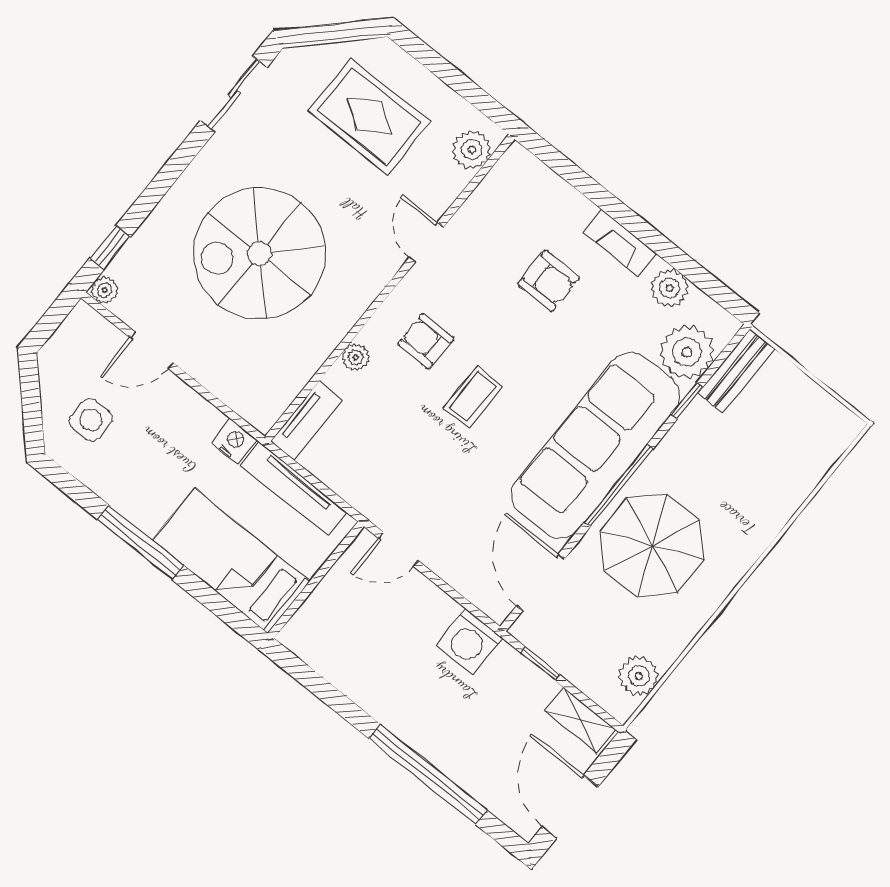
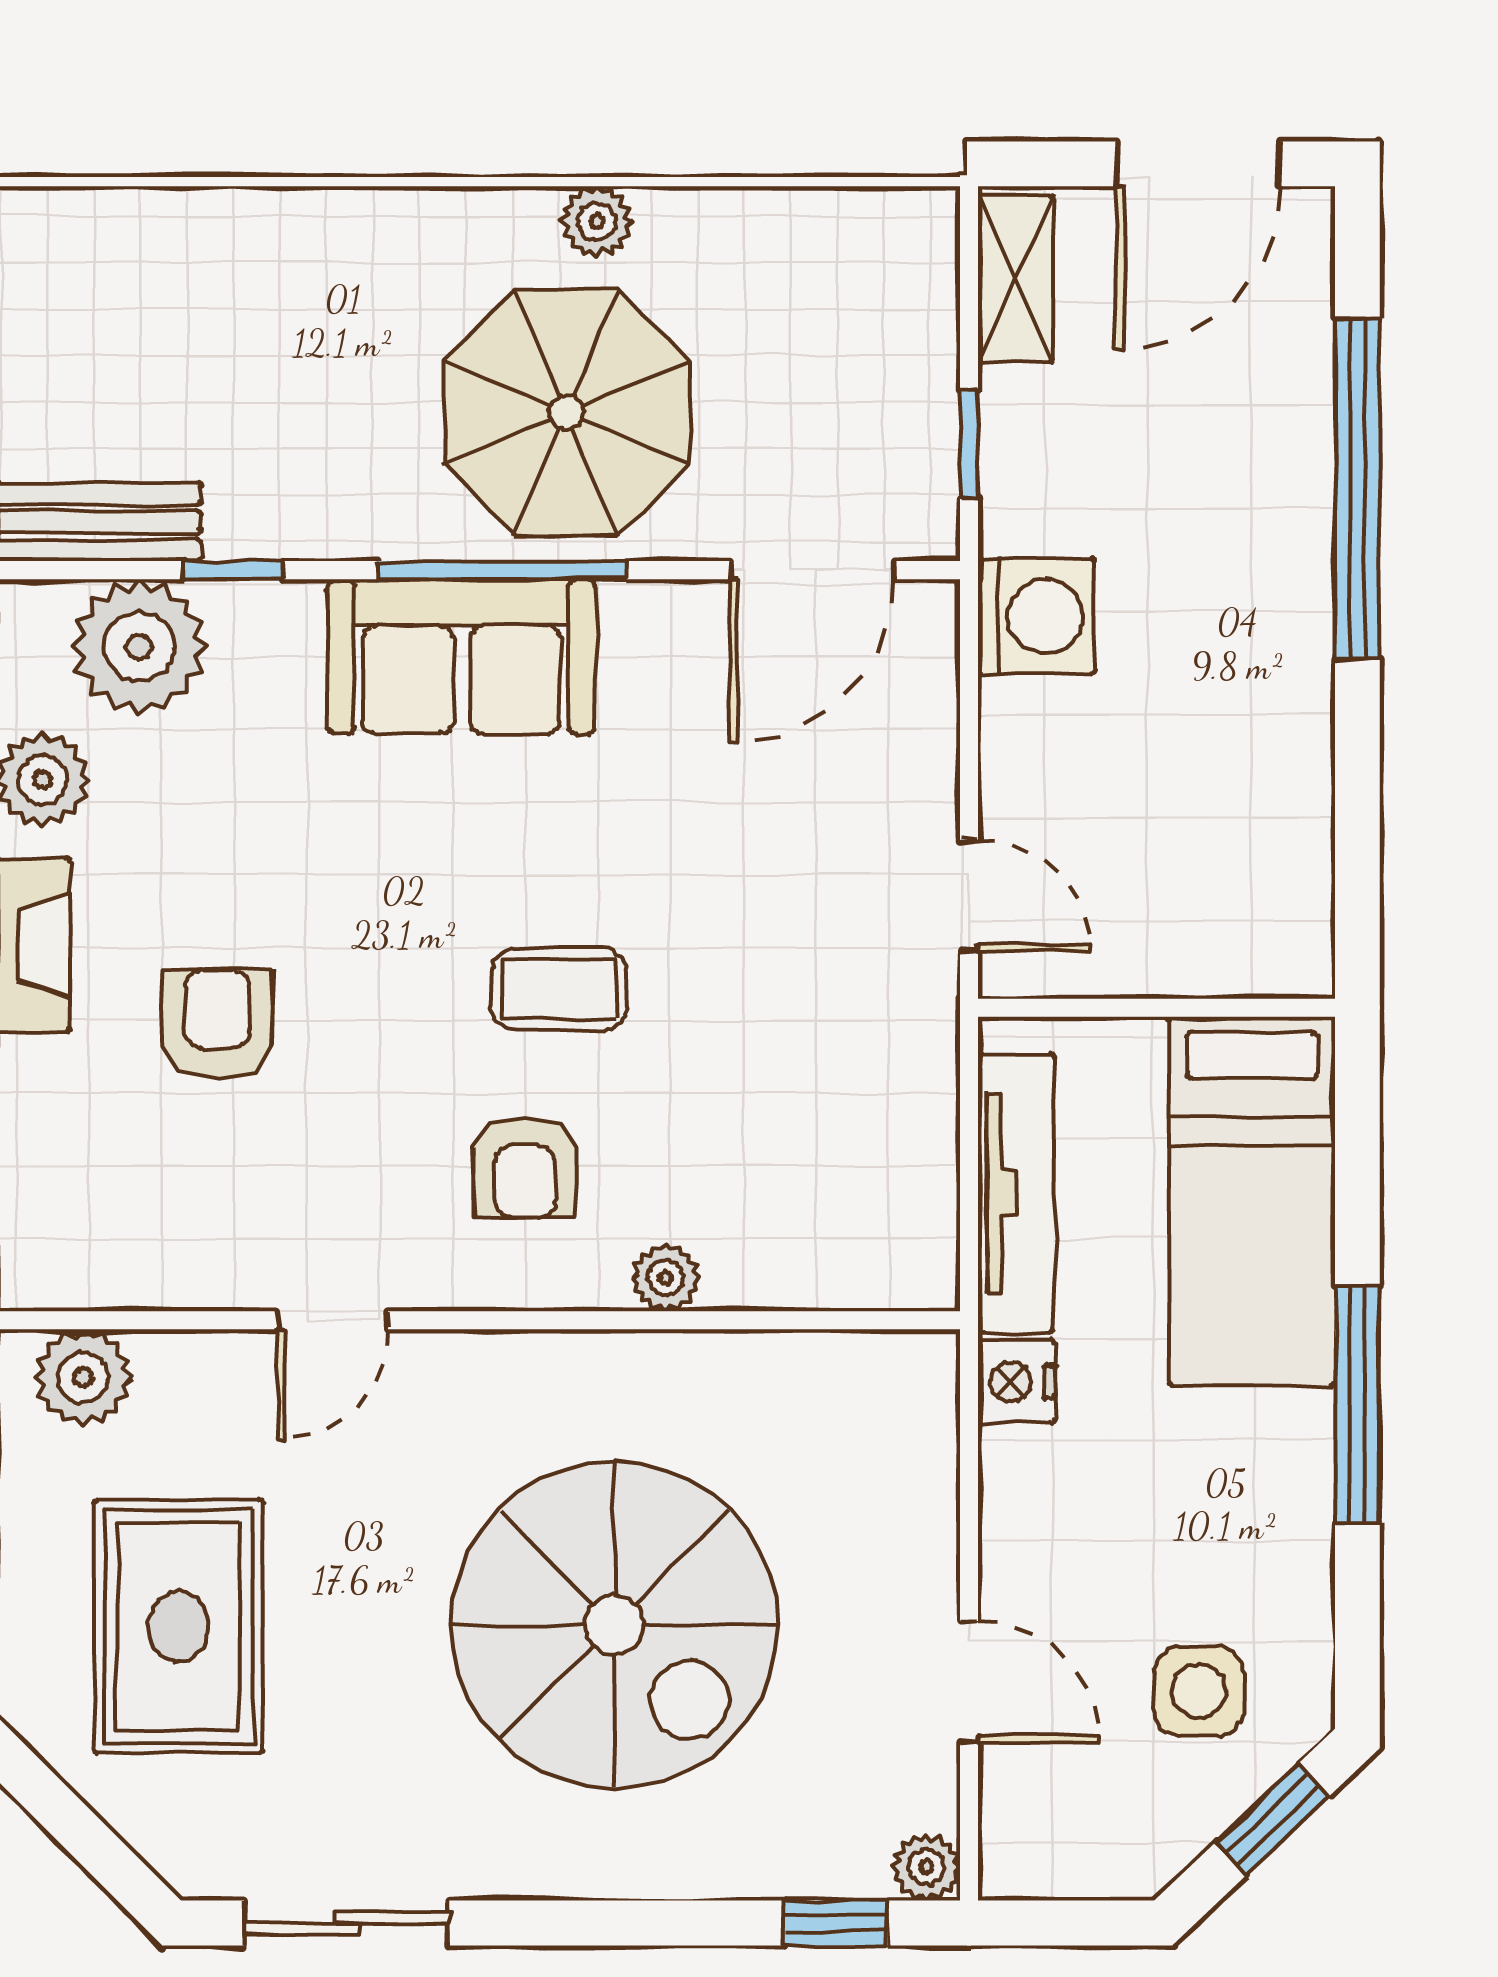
window: (32, 411) -> (1273, 1819), added
tv unit: (306, 420) -> (863, 1274), removed
sofa: (595, 445) -> (462, 657), width x0.54, depth x0.79
plant: (639, 676) -> (597, 222), moved, width x0.73, depth x0.73

